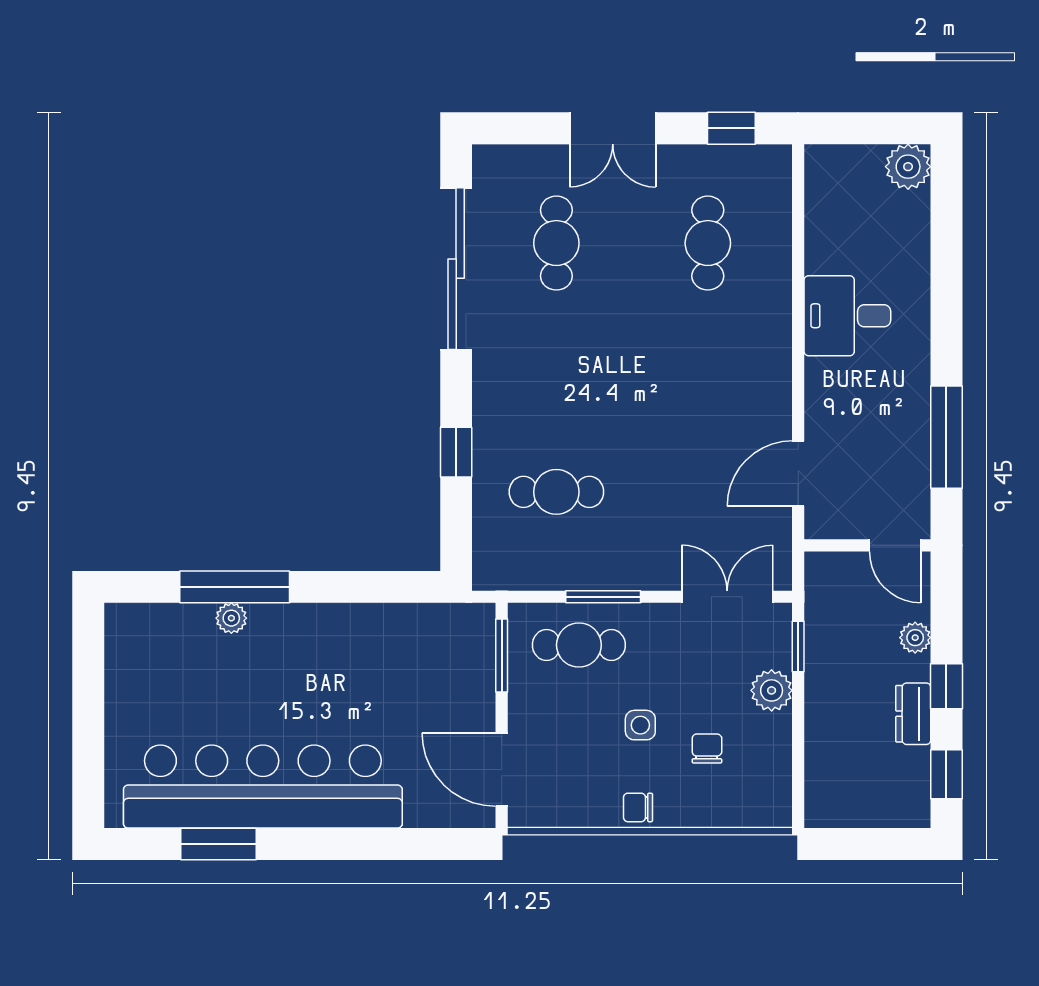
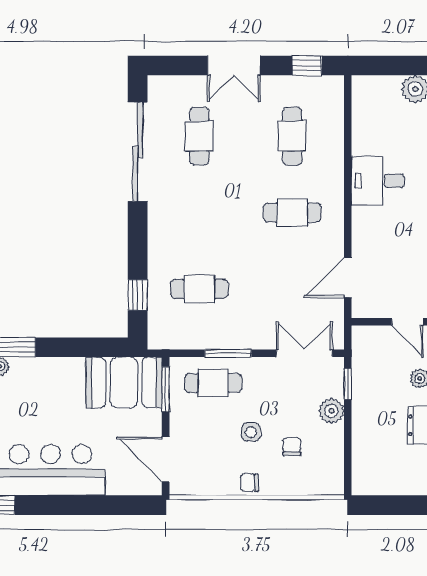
cafe table: (708, 367) -> (292, 212), added
window: (456, 452) -> (138, 295), moved
booth: (434, 644) -> (124, 383), added

